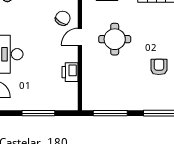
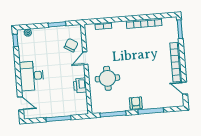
round table: (115, 39) -> (107, 78), moved
armchair: (159, 67) -> (136, 103), moved

